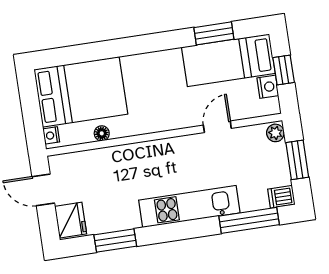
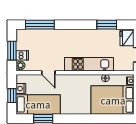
door: (217, 127) -> (48, 73), hinge flipped
dishwasher: (281, 197) -> (22, 55), moved
kitchen unit: (189, 206) -> (89, 64), moved, turned 180

